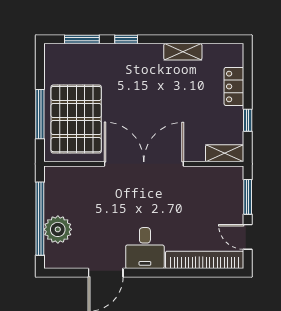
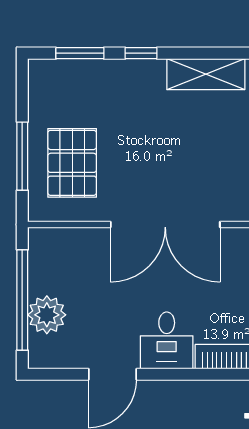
shelving: (183, 52) -> (206, 74), width x1.50, depth x1.33
pallet: (76, 119) -> (72, 163), width x0.73, depth x0.71
double door: (144, 164) -> (165, 225), swing flipped

